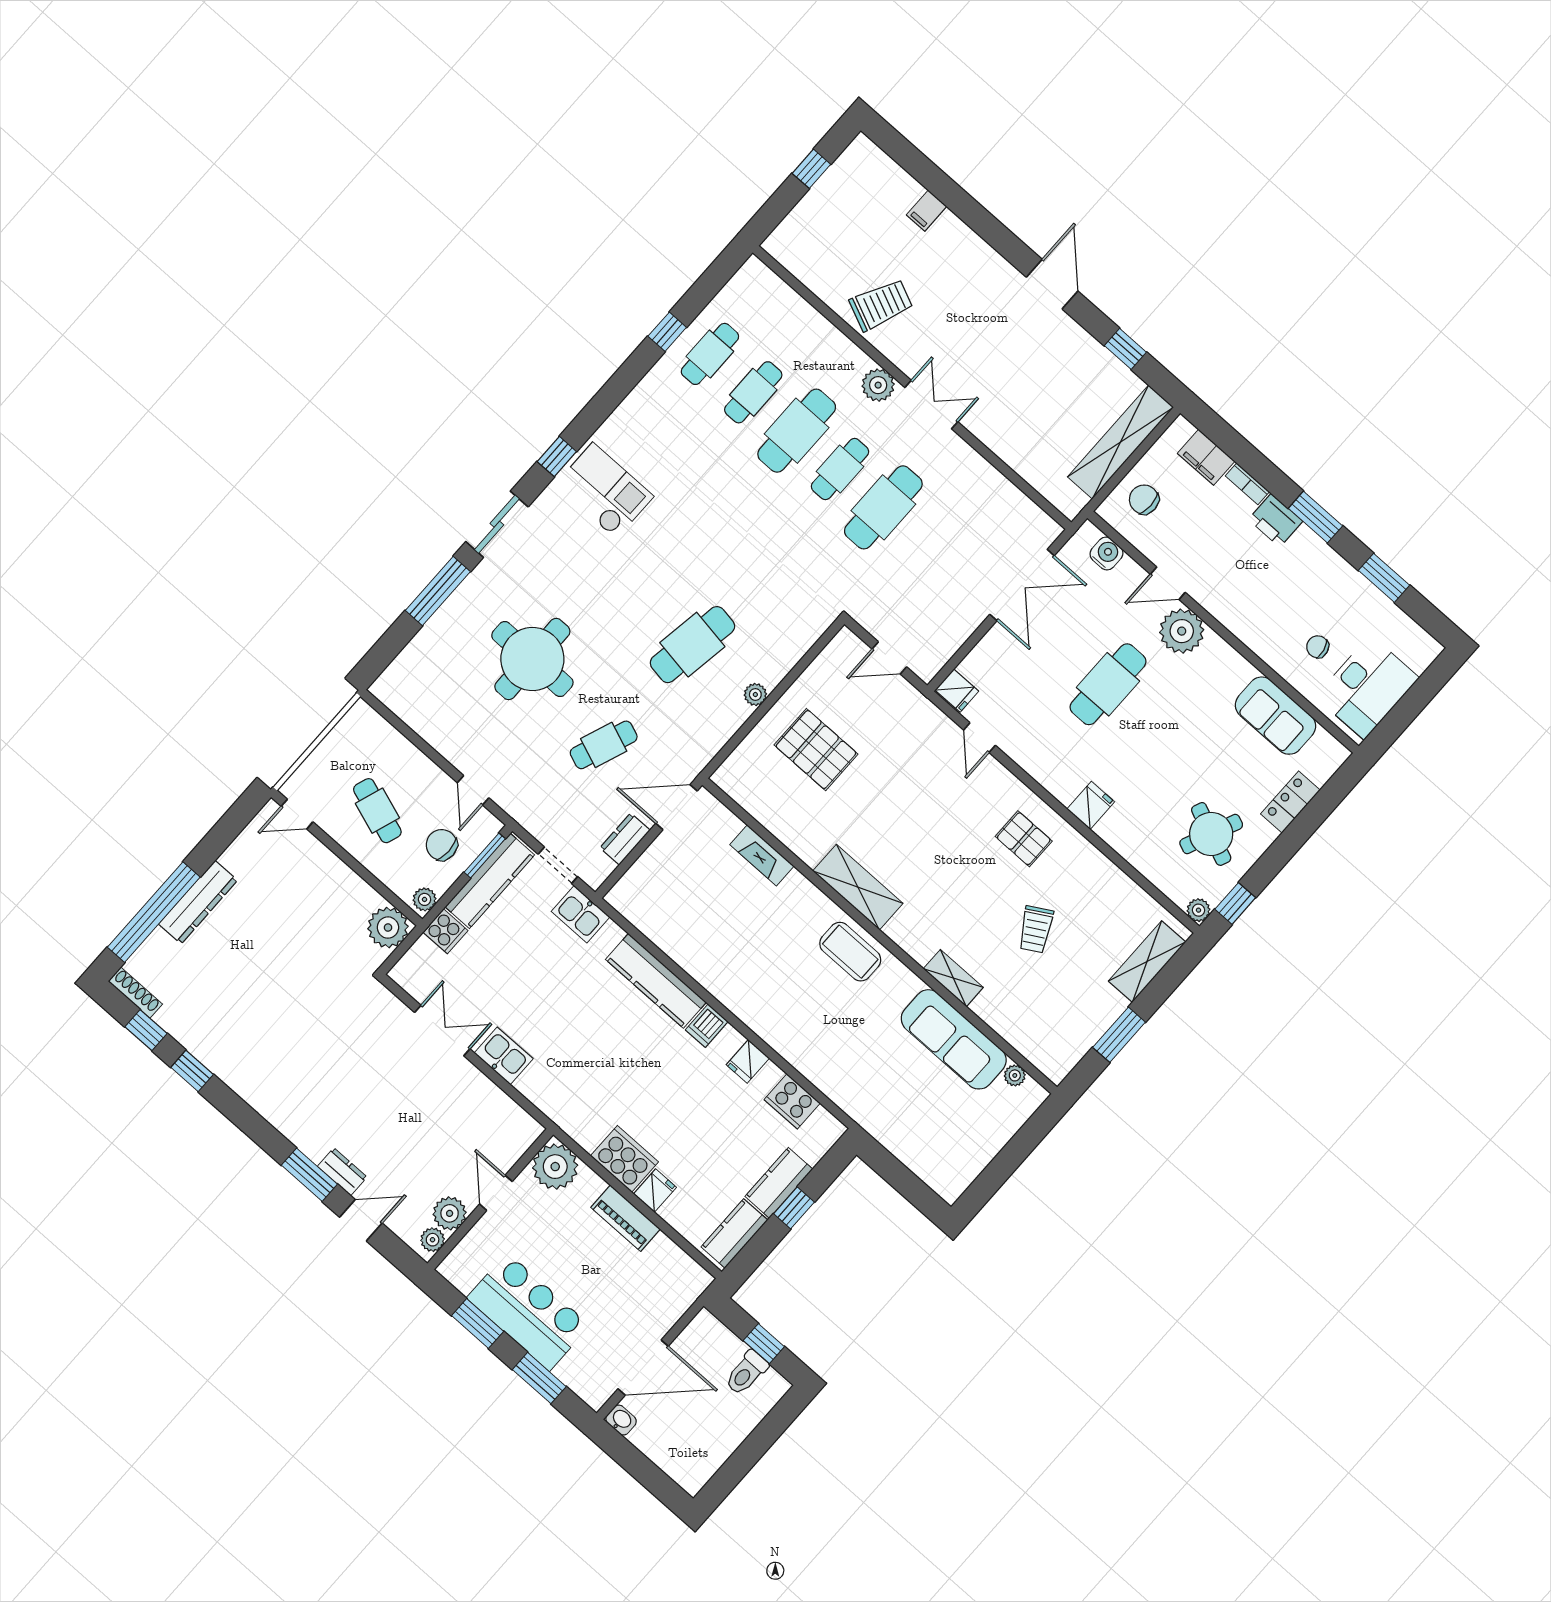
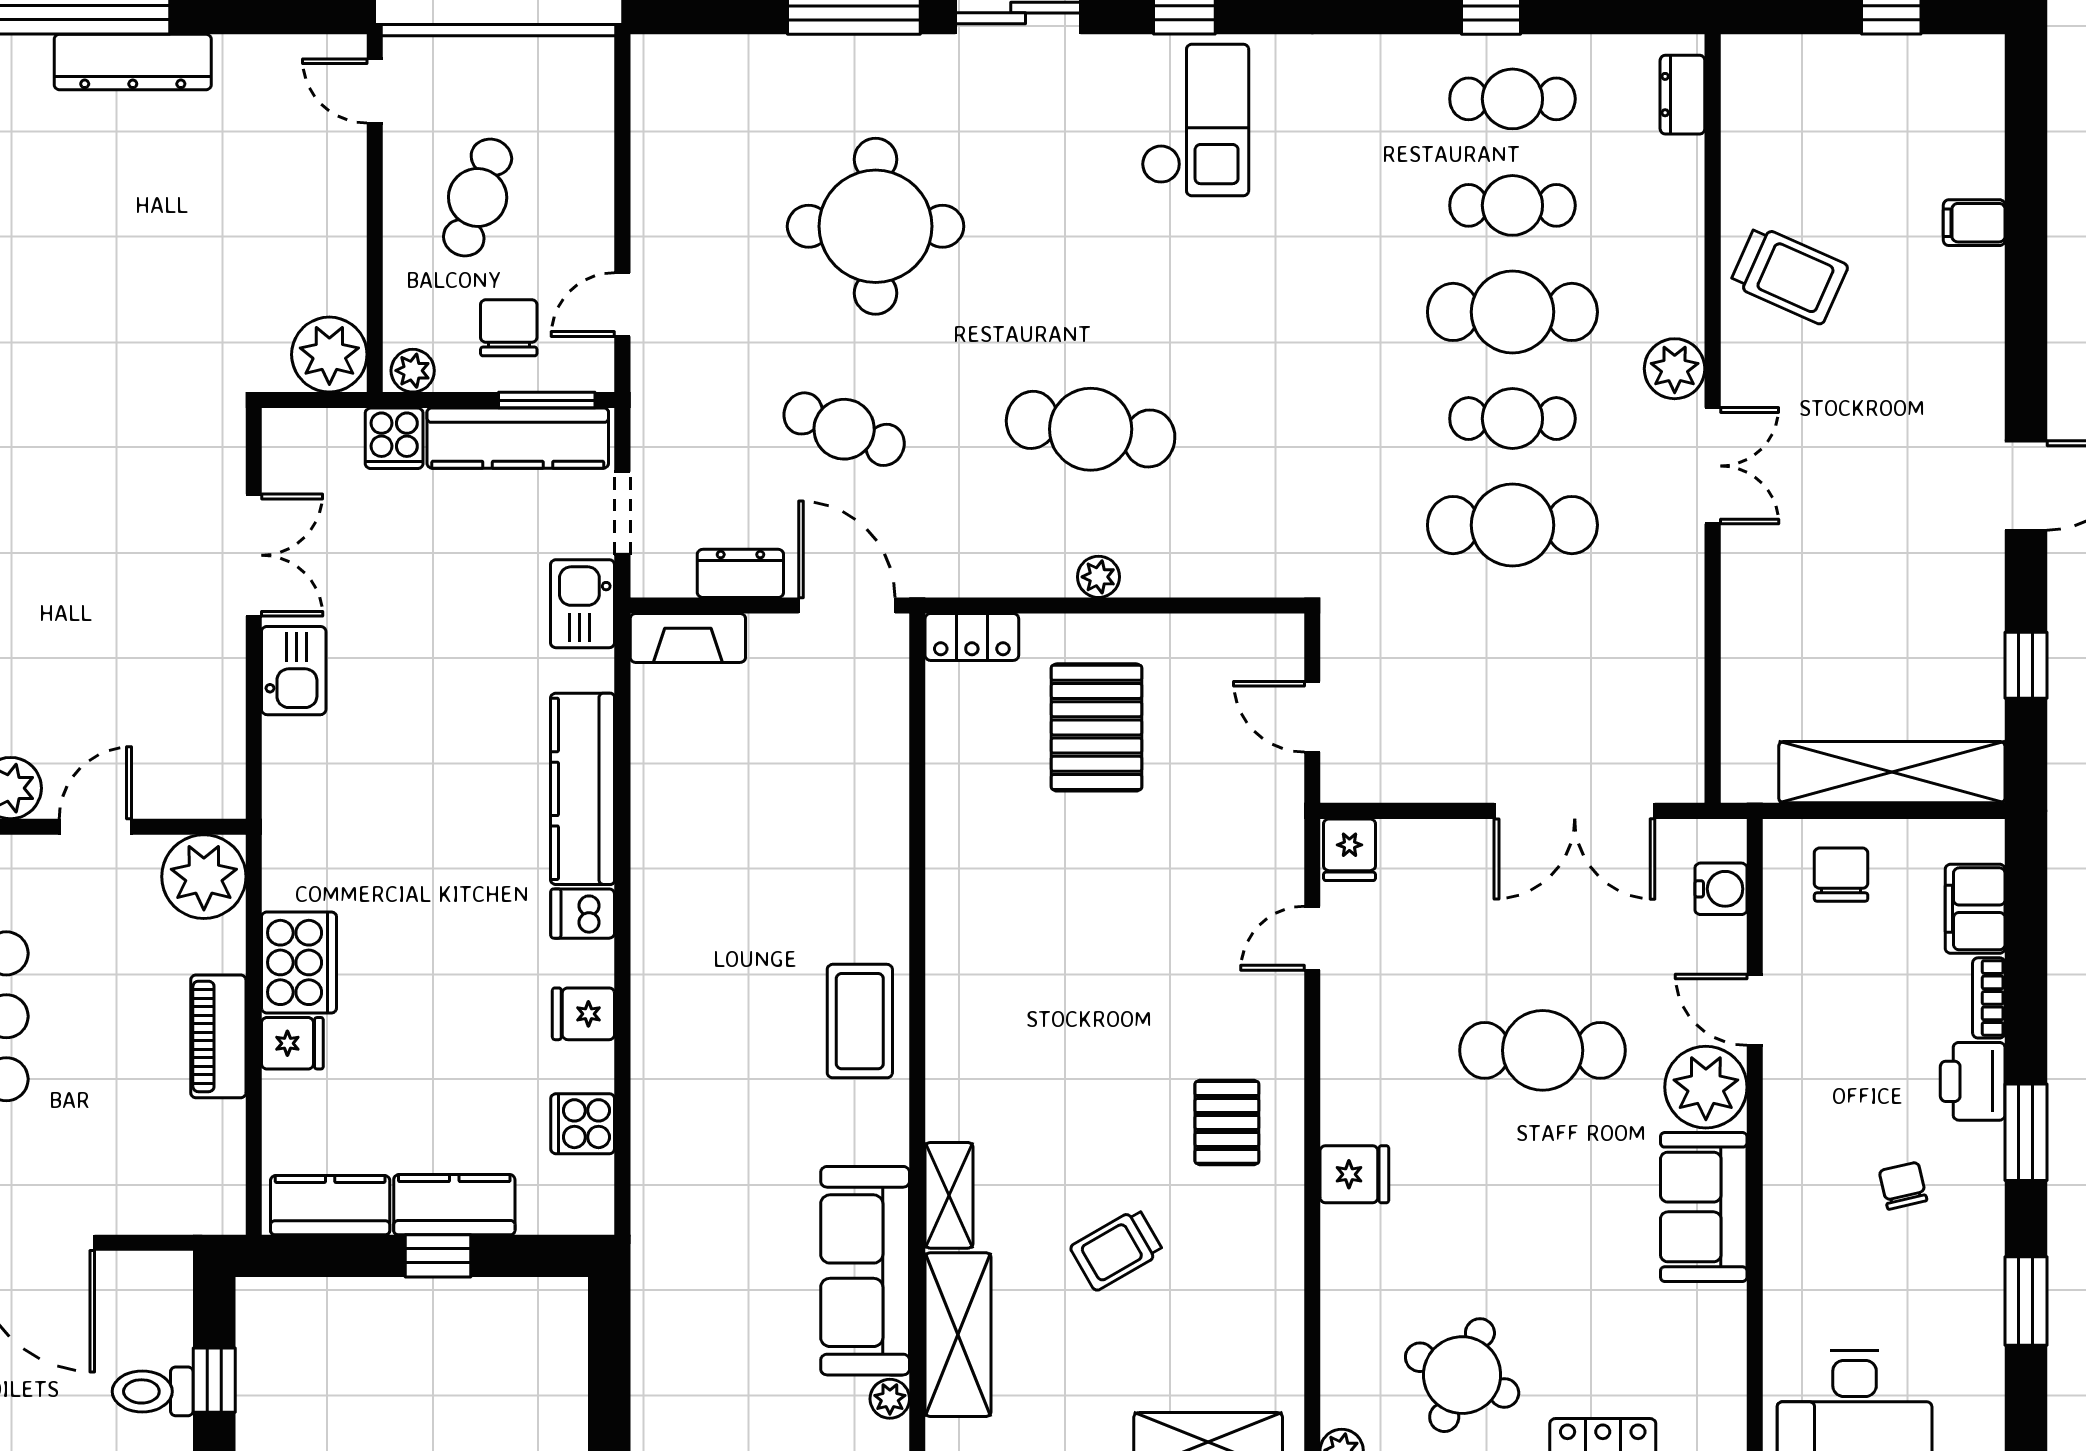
dresser: (769, 283) -> (1682, 95), added
chair: (1318, 647) -> (1903, 1186), moved
sofa: (1276, 716) -> (1704, 1207), moved
locker: (734, 768) -> (972, 637), added
fireplace: (762, 855) -> (688, 638), moved, turned -90
shelving: (858, 887) -> (958, 1335), moved
cooker: (792, 1101) -> (583, 1124), width x0.73

